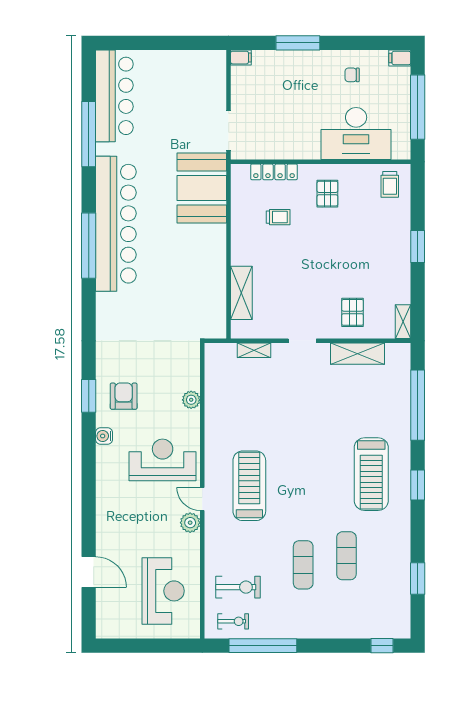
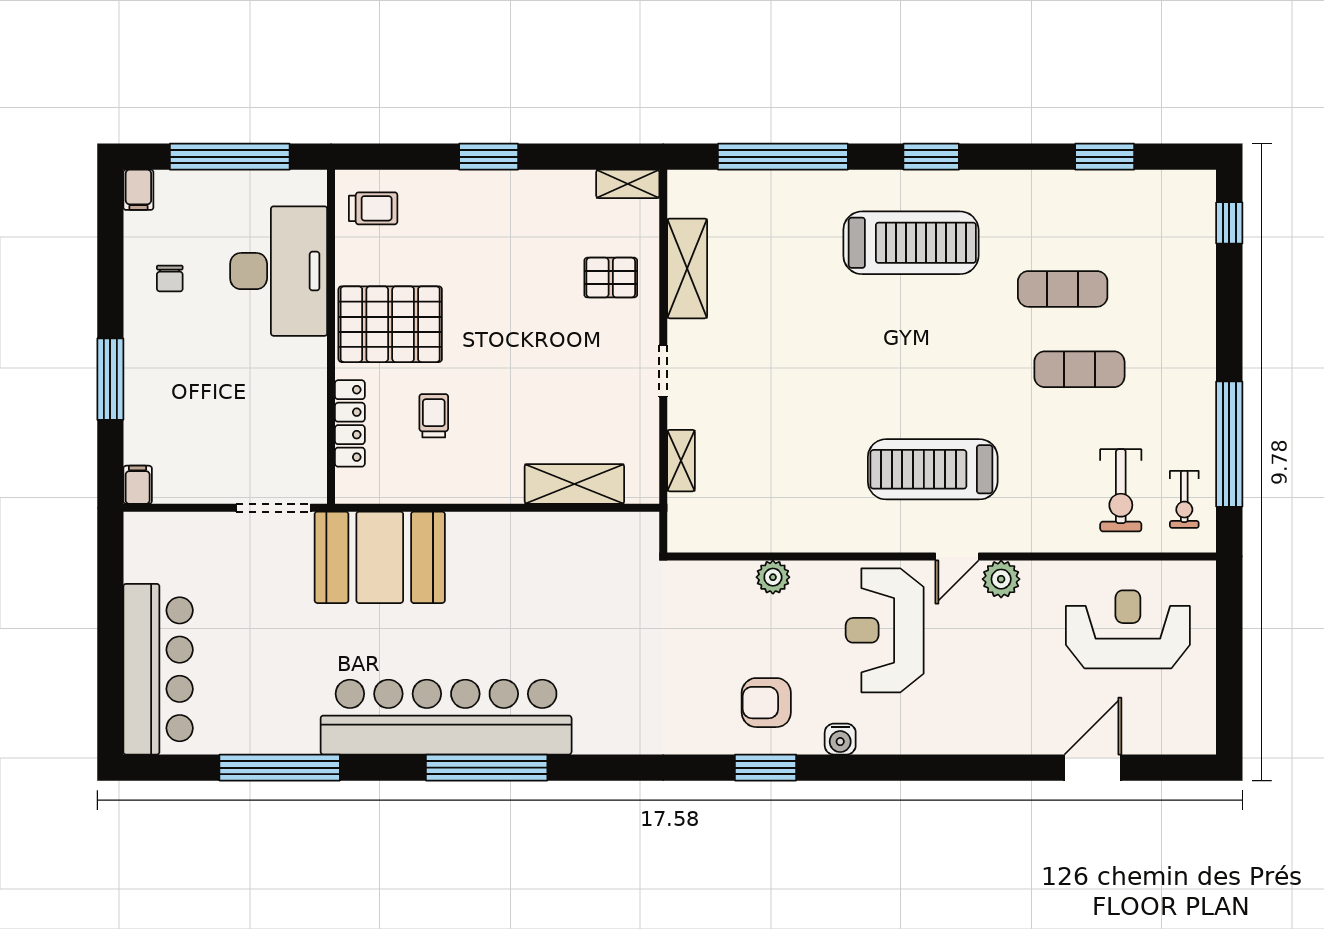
bar counter: (114, 96) -> (158, 669), moved, turned 90
pallet: (327, 194) -> (390, 324), width x2.05, depth x2.00
exercise bike: (238, 587) -> (1121, 490), turned 180
exercise bike: (233, 621) -> (1184, 499), turned 180

